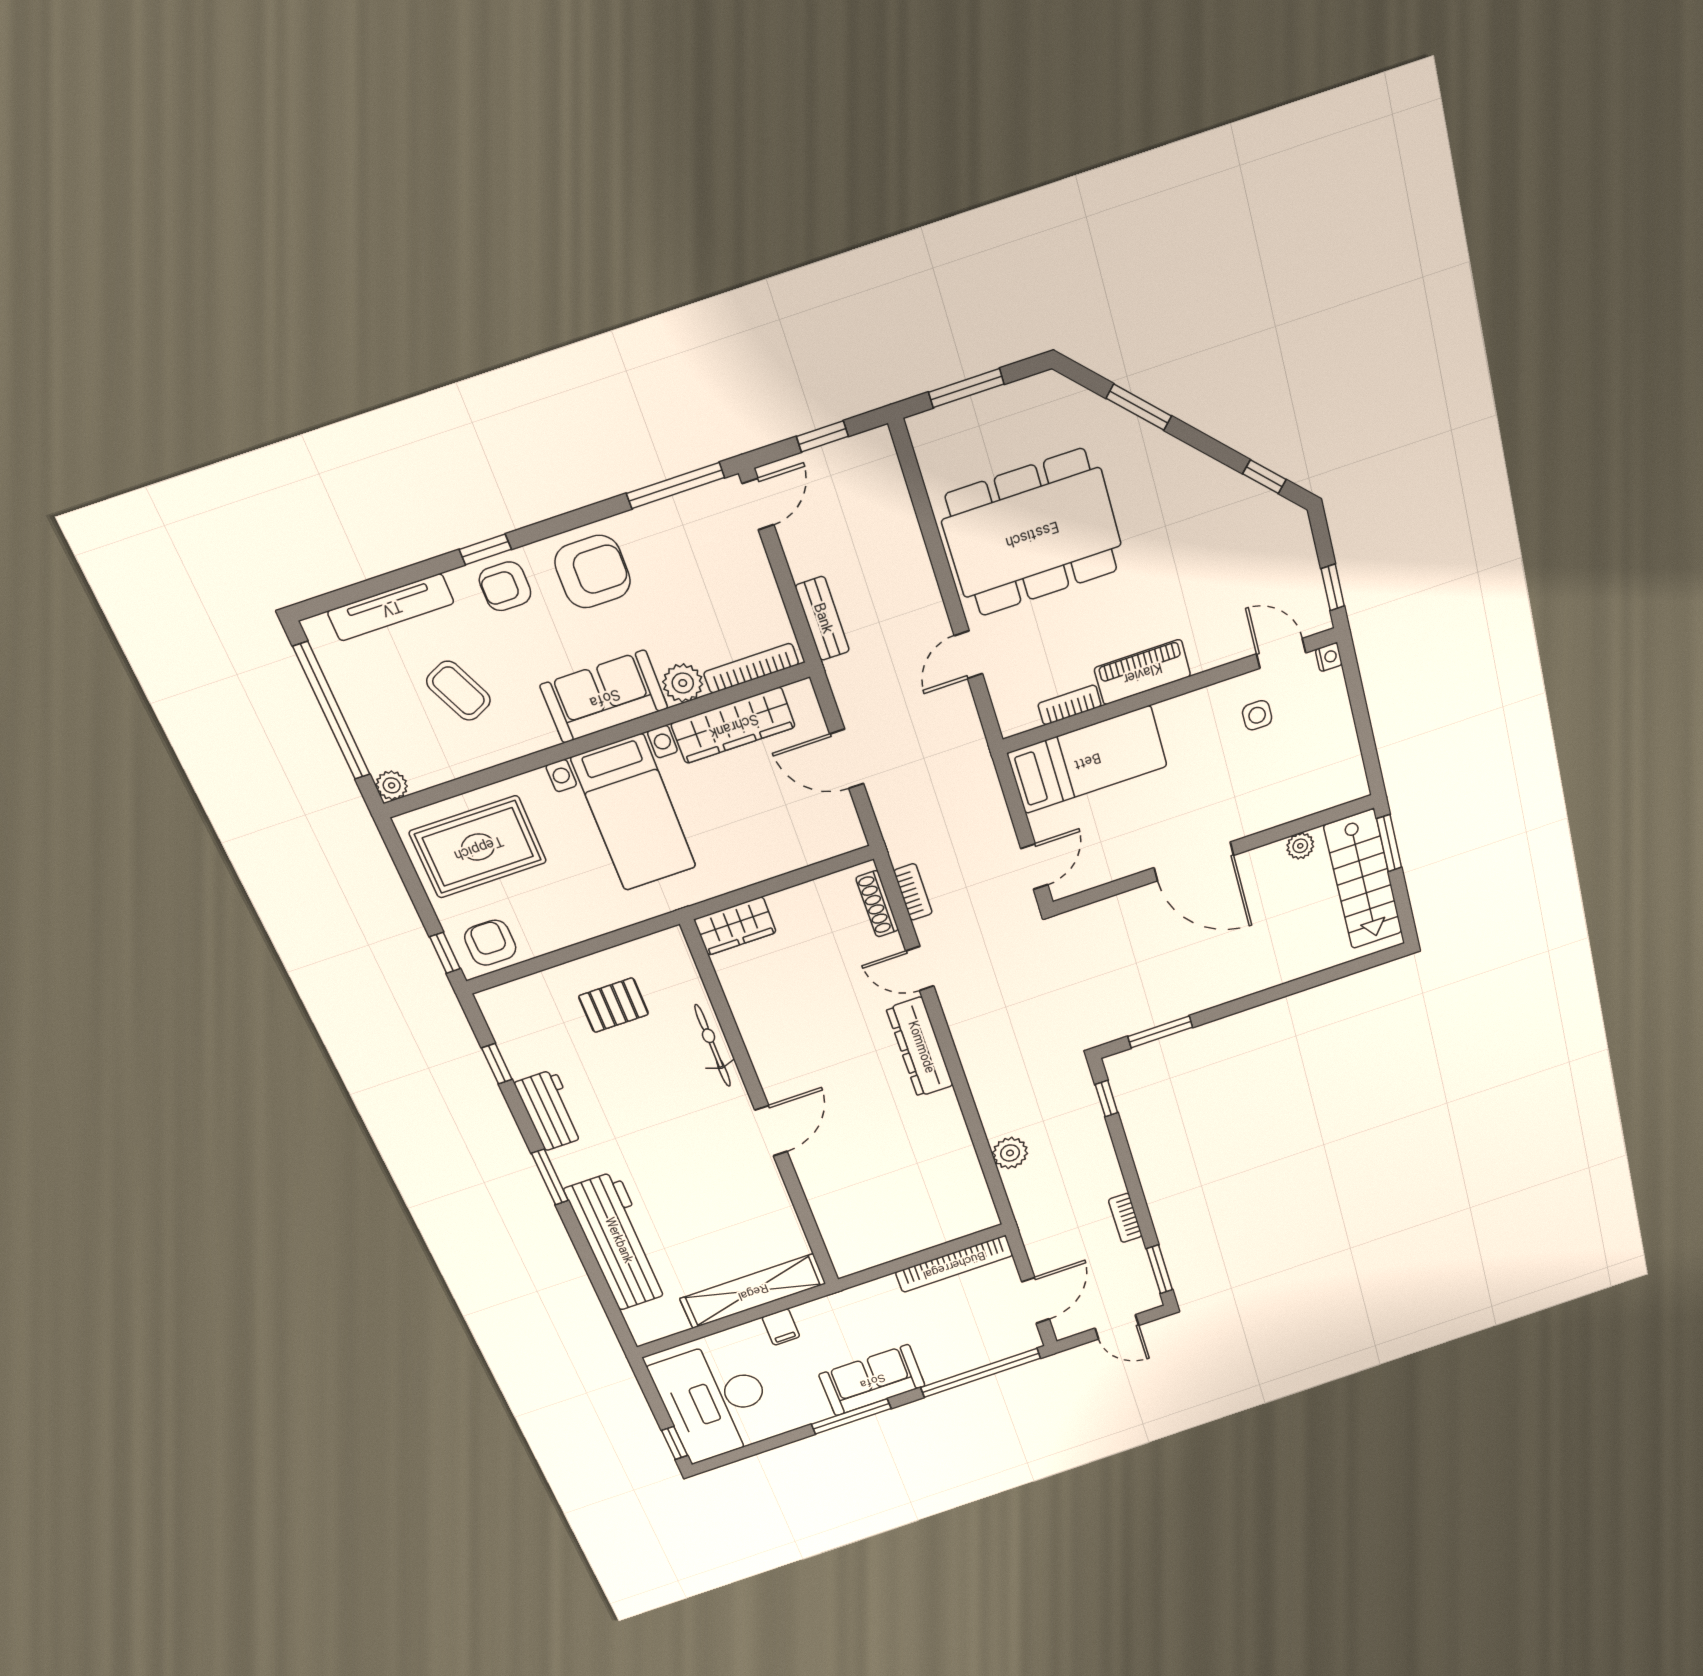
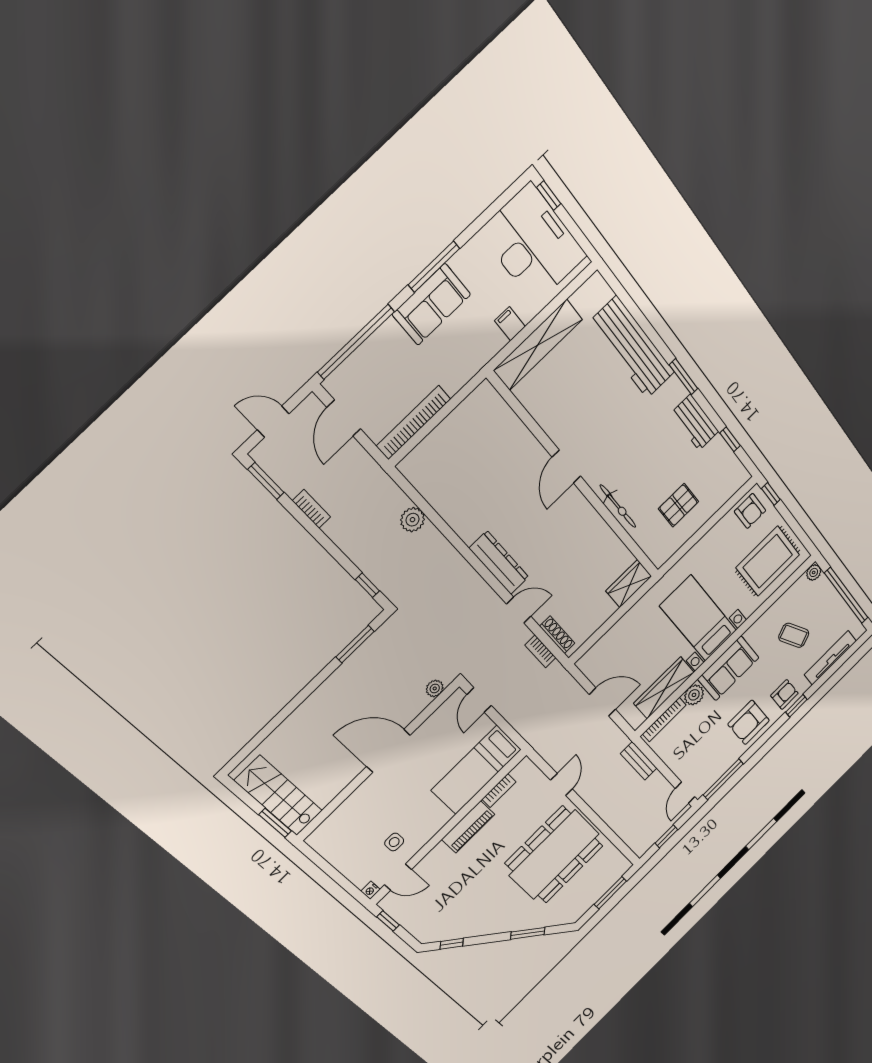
plant: (1300, 846) -> (435, 688), moved

